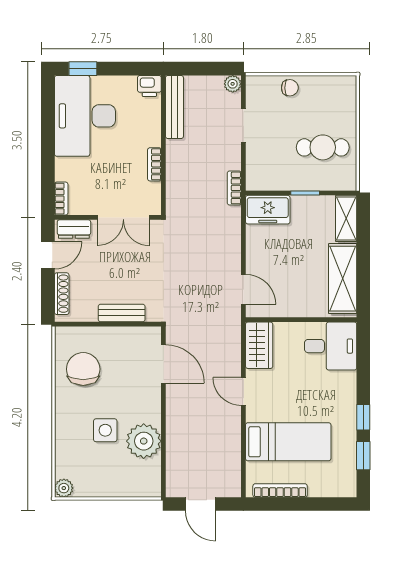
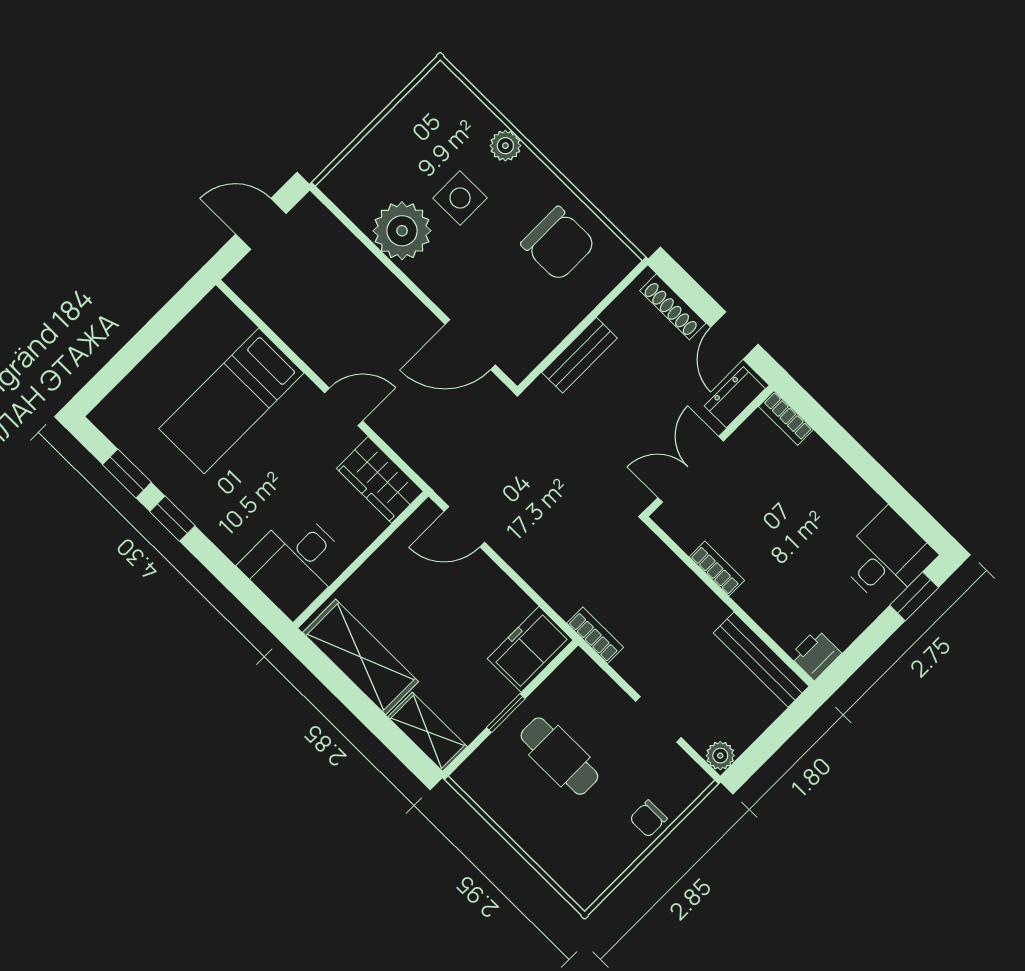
desk: (85, 116) -> (886, 557), width x0.53, depth x0.77
cafe table: (323, 147) -> (559, 756), moved, turned 90
plant: (64, 488) -> (505, 146), moved
bookcase: (280, 490) -> (183, 334), removed

